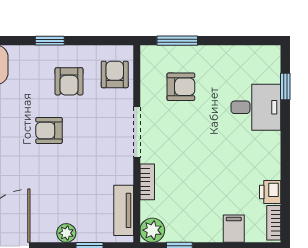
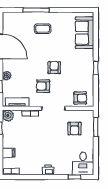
armchair: (69, 81) -> (43, 86), moved
desk: (256, 107) -> (83, 163), moved
printer: (270, 192) -> (48, 170), moved

